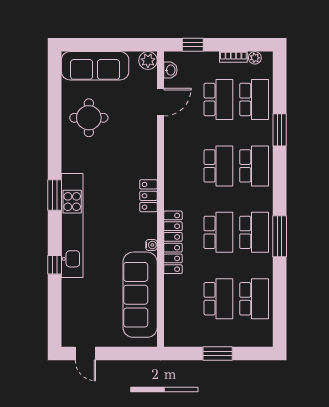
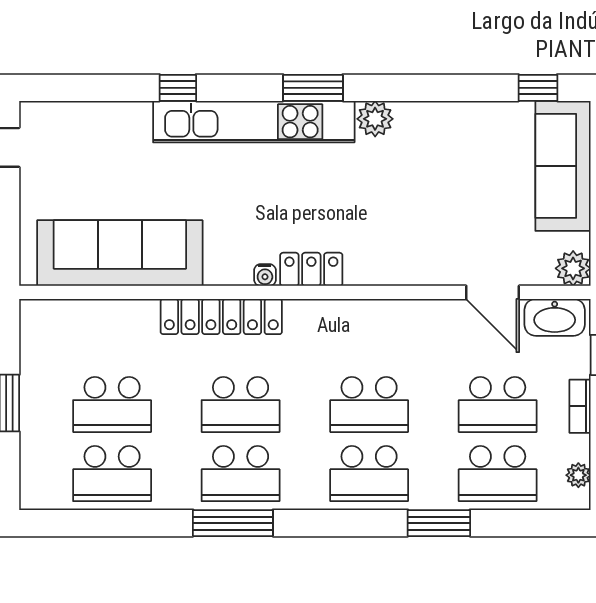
bookcase: (233, 57) -> (580, 406), moved
washbasin: (170, 70) -> (555, 317), width x1.91, depth x1.45
window: (55, 79) -> (538, 88), added
round table: (89, 118) -> (462, 154), removed
plant: (71, 163) -> (375, 119), added
water cooler: (151, 245) -> (265, 275), moved

